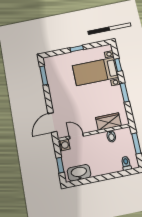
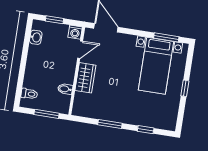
bed with nightstands: (95, 71) -> (156, 66), moved, turned 180
wardrobe: (108, 122) -> (85, 78), moved
washbasin: (79, 173) -> (36, 37), width x0.52, depth x0.69

